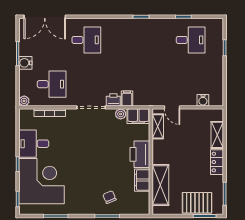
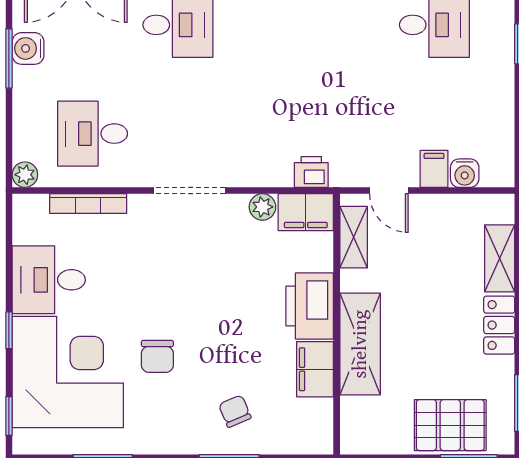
water cooler: (25, 63) -> (28, 48), moved
desk: (52, 84) -> (93, 134), turned 180
filing cabinet: (127, 99) -> (434, 169), moved
printer: (113, 100) -> (311, 172), moved
chair: (78, 175) -> (157, 356), added
shelving: (160, 185) -> (360, 344), moved

